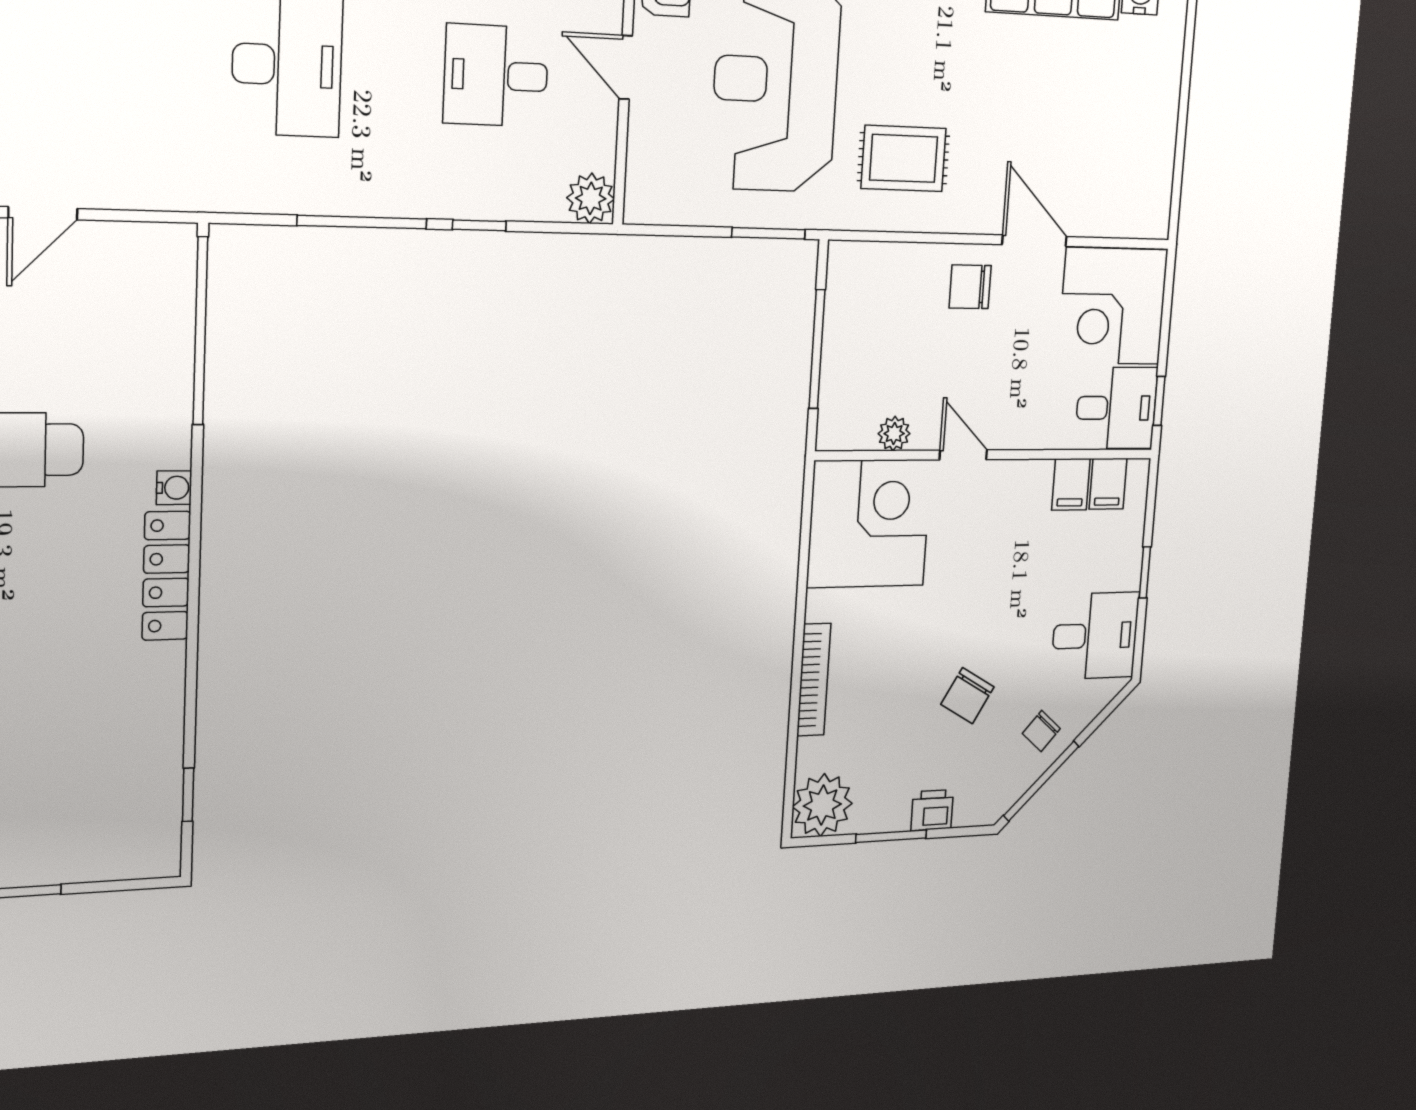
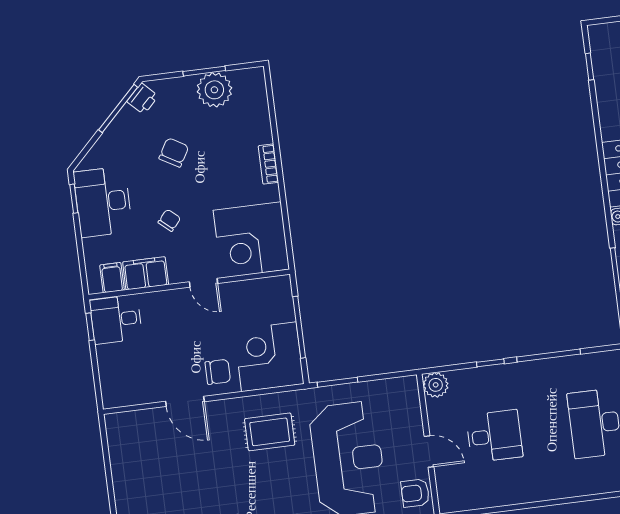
corner desk: (1113, 306) -> (269, 357), moved, turned -90
plant: (894, 434) -> (246, 289), removed
filing cabinet: (1071, 484) -> (146, 273), width x2.00
window: (1145, 572) -> (74, 199), moved
desk: (1095, 636) -> (103, 202), width x1.37
bookcase: (814, 680) -> (268, 164), width x0.64
chair: (1041, 731) -> (169, 220), moved
plant: (822, 805) -> (214, 90), moved
printer: (932, 810) -> (143, 99), moved, turned -45

